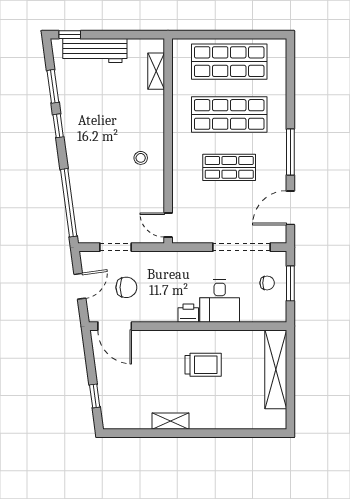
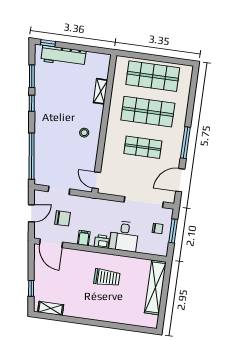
shelving: (156, 71) -> (101, 91), moved
filing cabinet: (161, 312) -> (84, 238), added
shelving: (171, 421) -> (51, 308), moved

